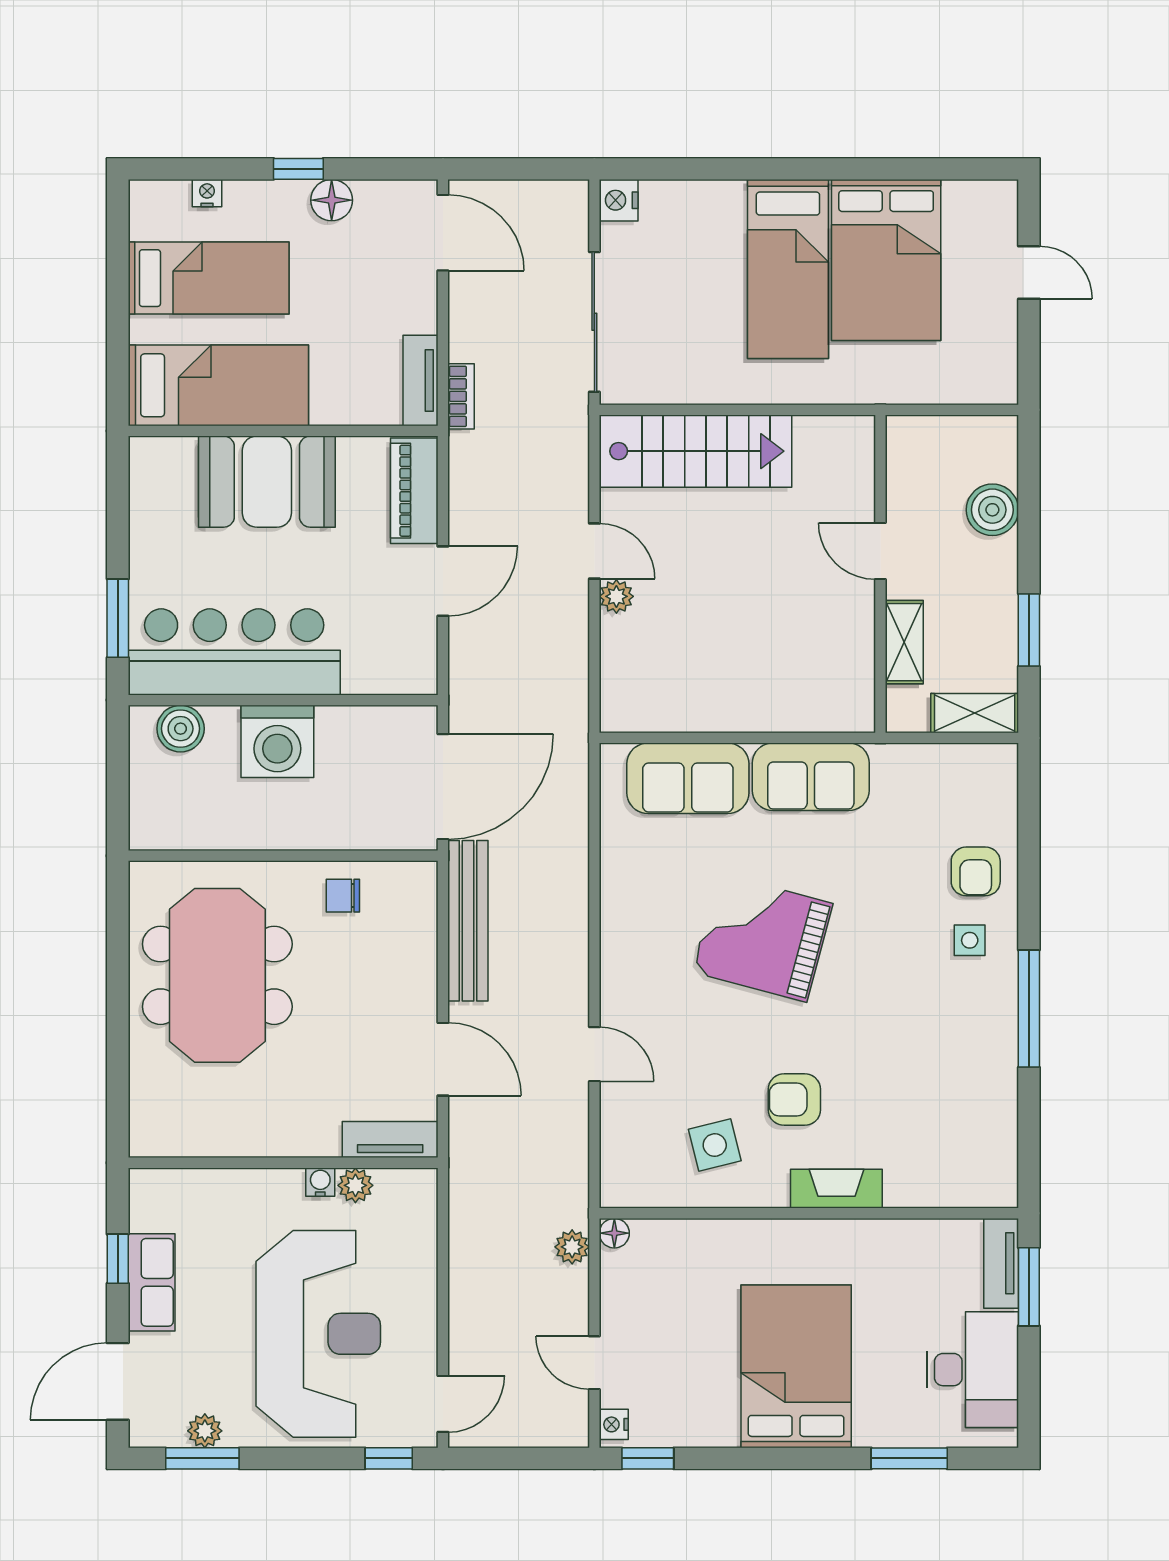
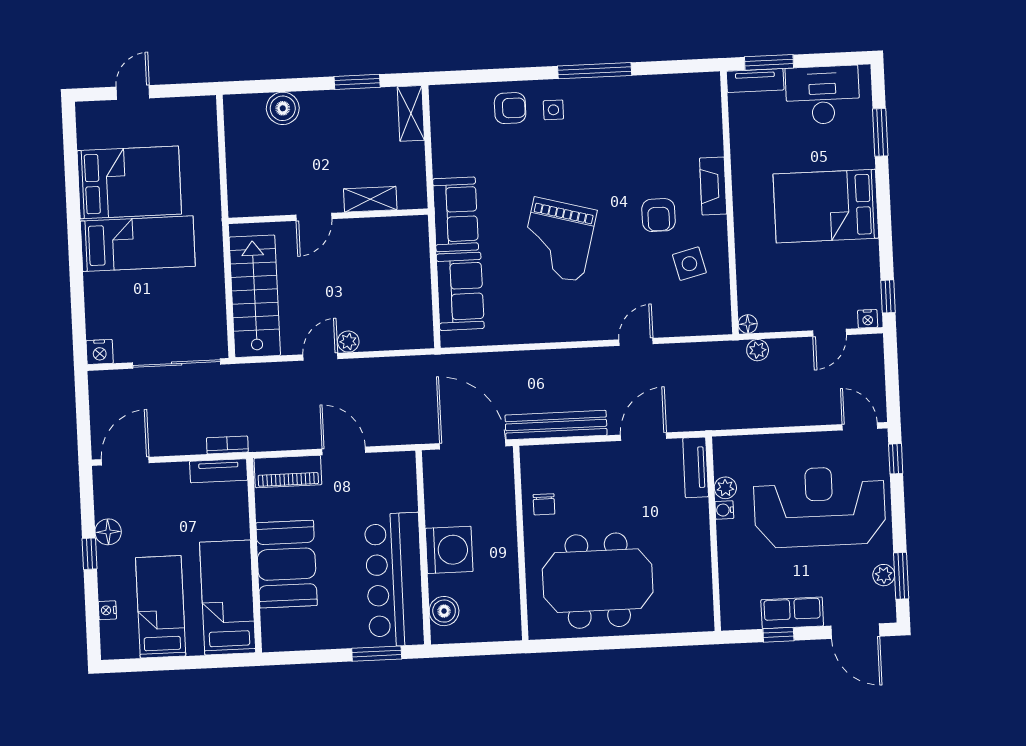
door: (880, 551) -> (314, 217), moved
wall: (880, 574) -> (328, 216), moved
shelving: (904, 642) -> (370, 199), moved

